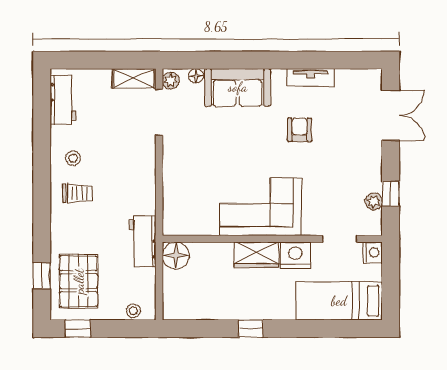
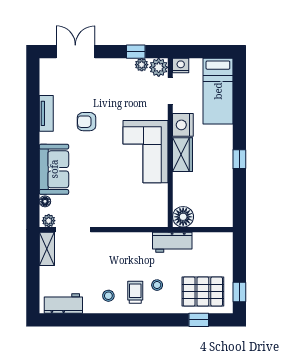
plant: (370, 224) -> (159, 67), added
stool: (133, 311) -> (157, 285), moved

